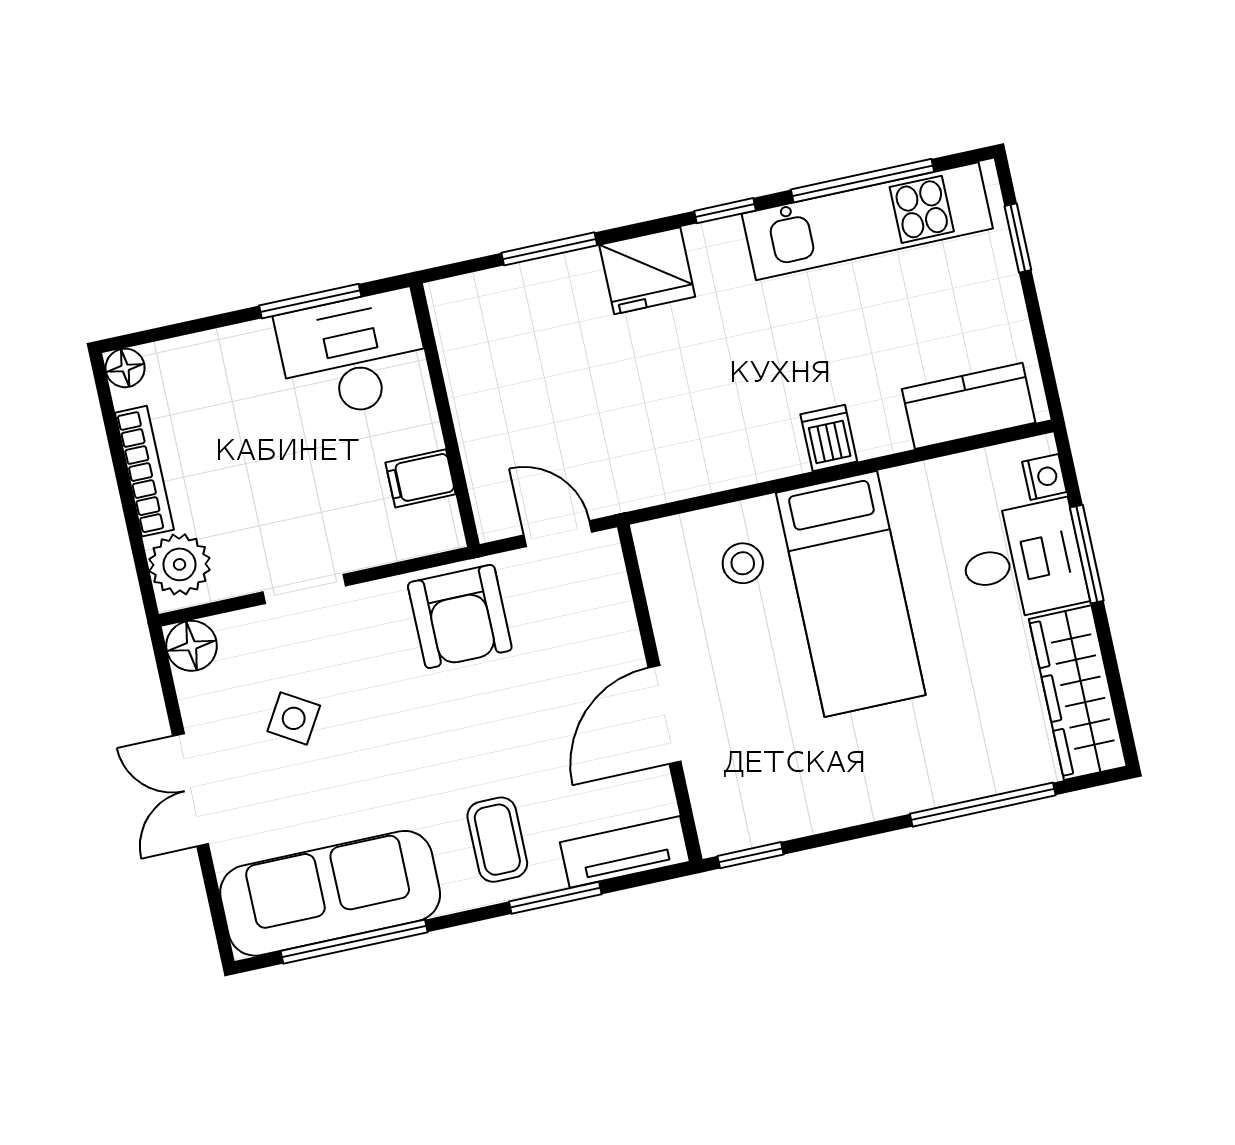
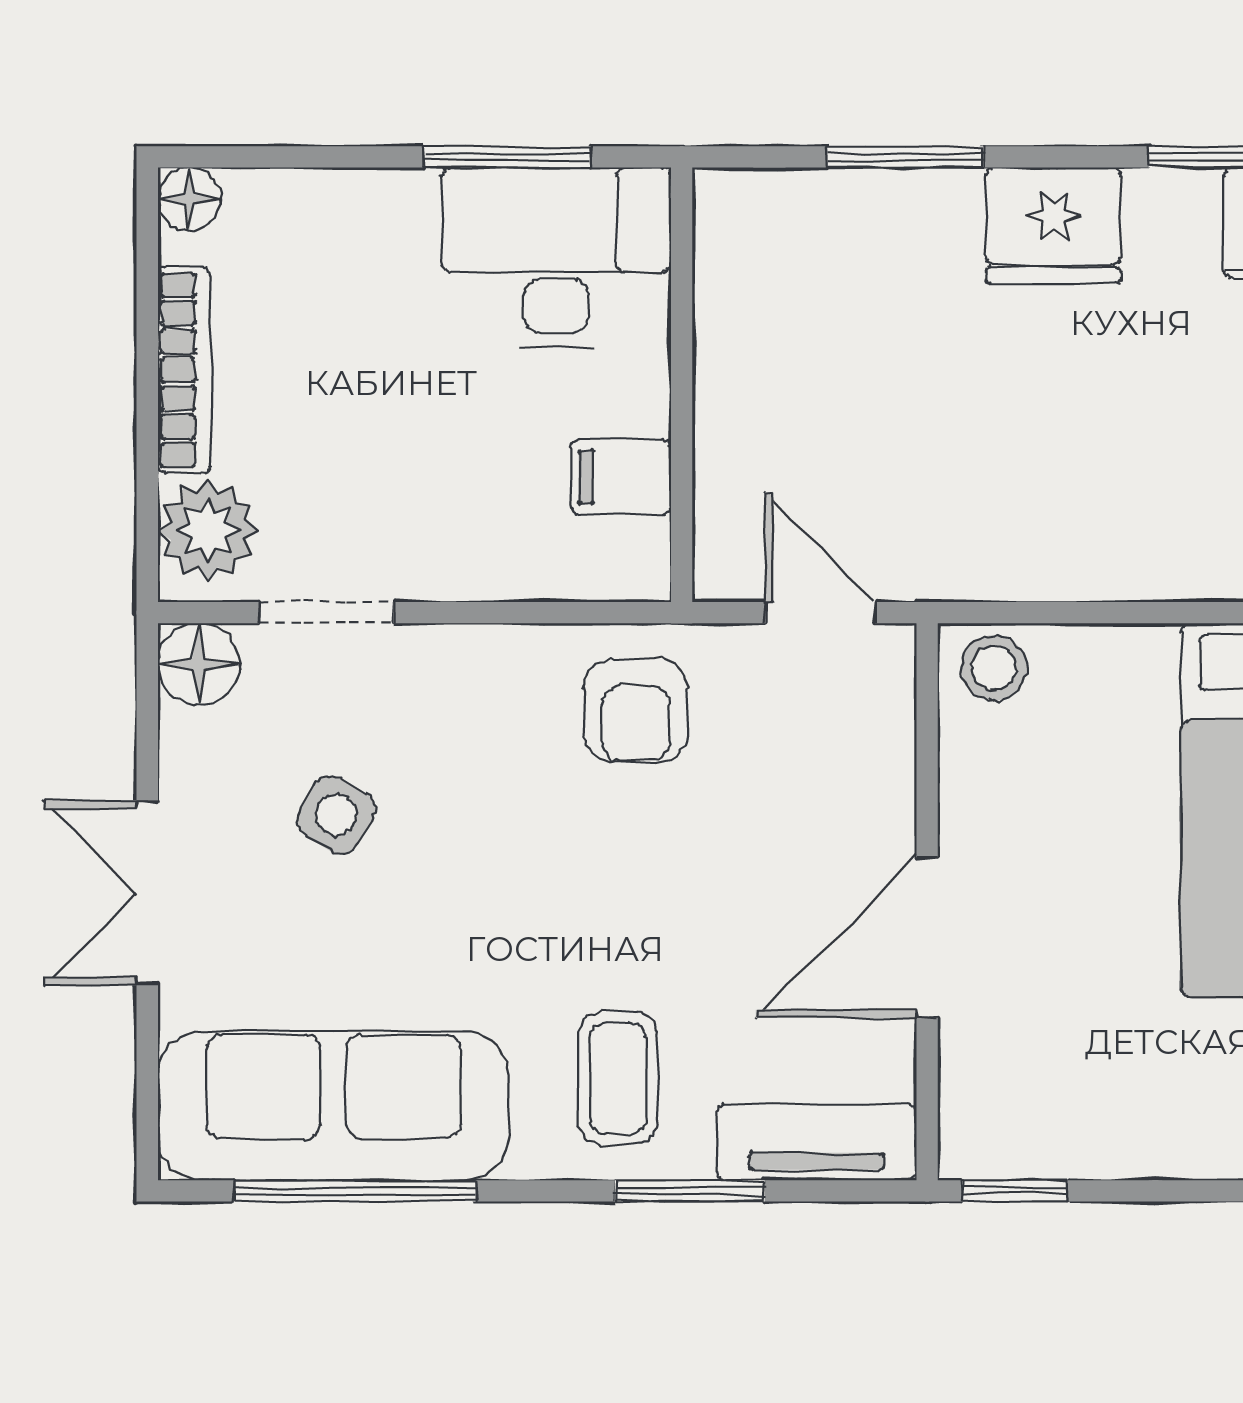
stool: (743, 563) -> (994, 668), moved
doorway: (304, 589) -> (326, 613), moved
armchair: (460, 617) -> (636, 710), width x0.72, depth x0.72

